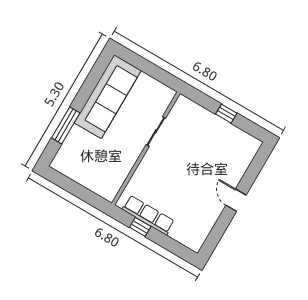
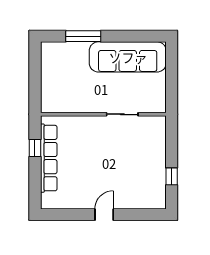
window: (226, 114) -> (172, 176), moved
row of seats: (148, 215) -> (49, 158), width x1.36

